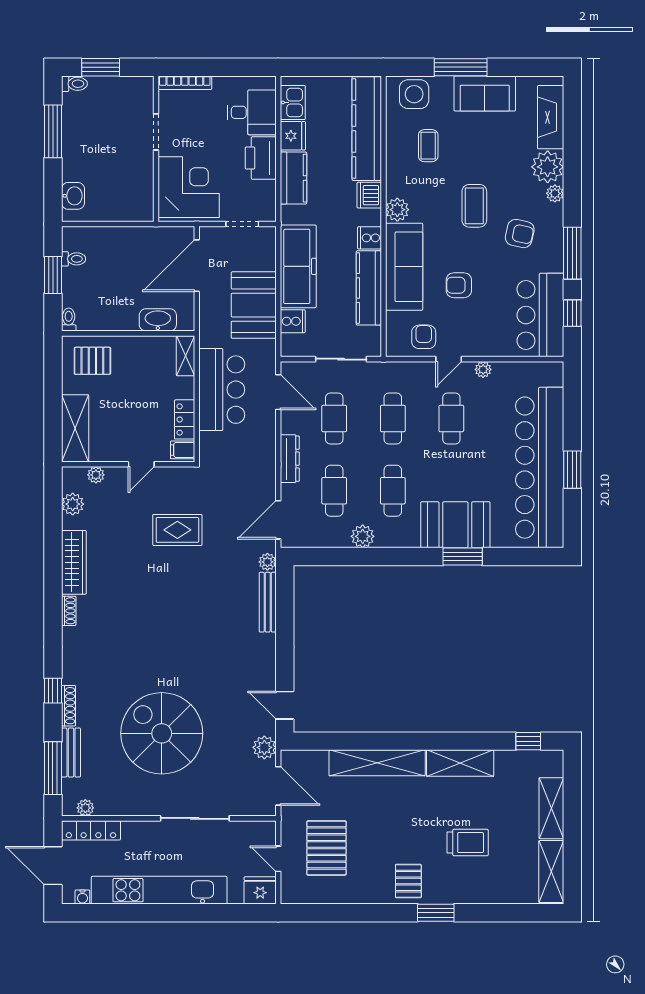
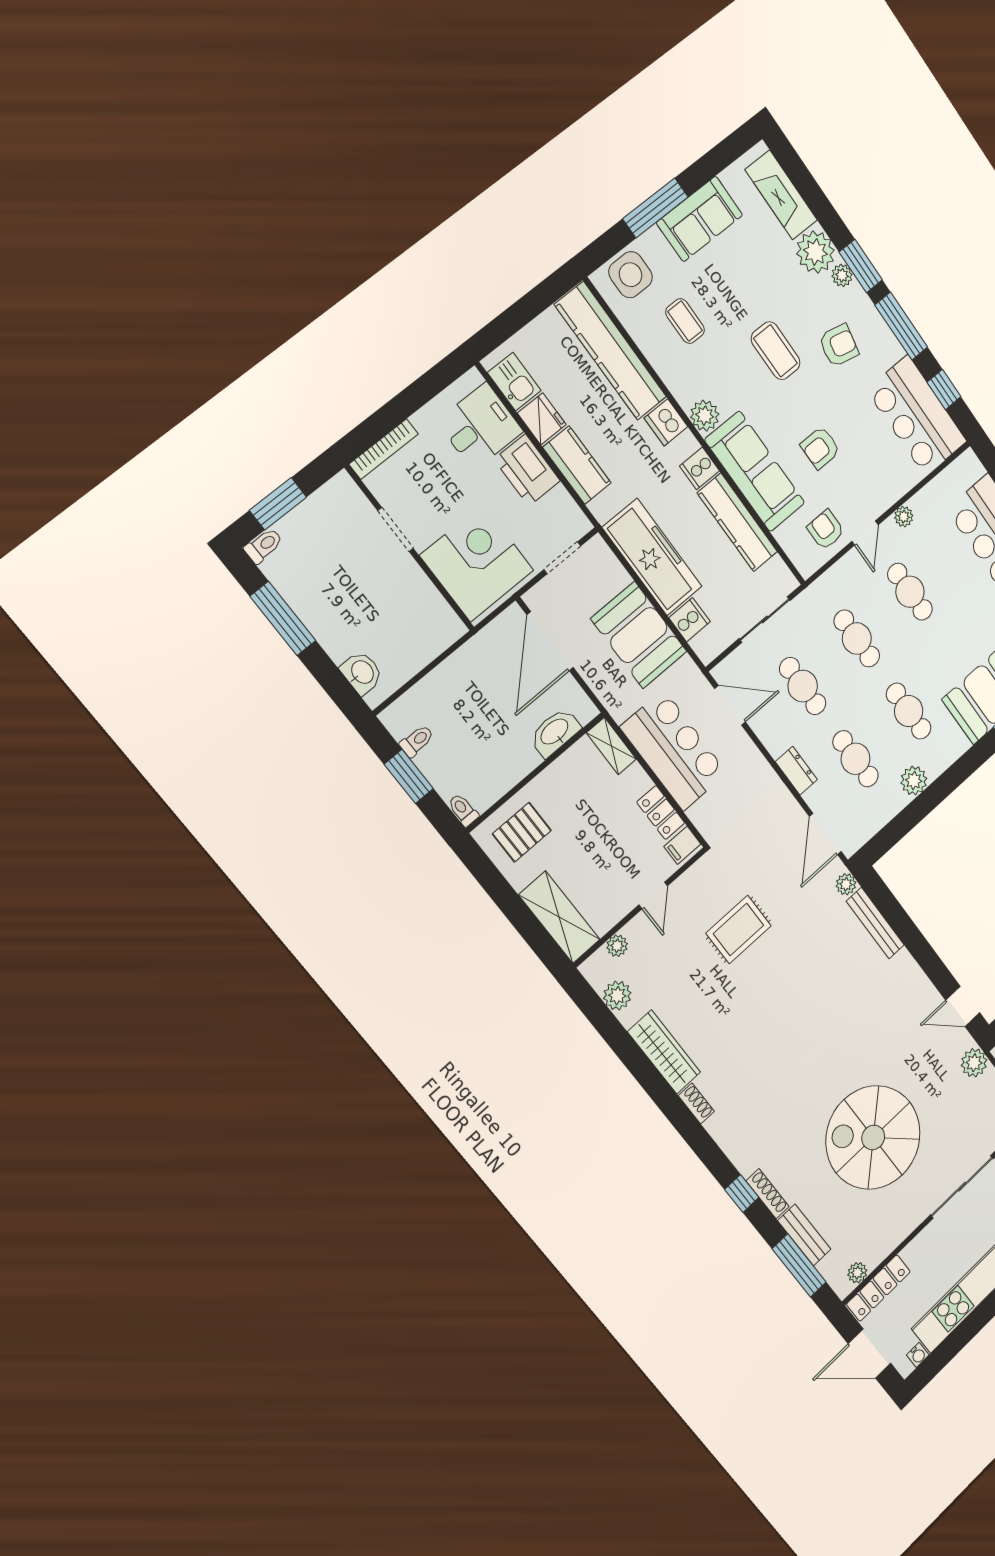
window: (572, 197) -> (861, 266), added
dresser: (290, 459) -> (796, 771), width x0.70

